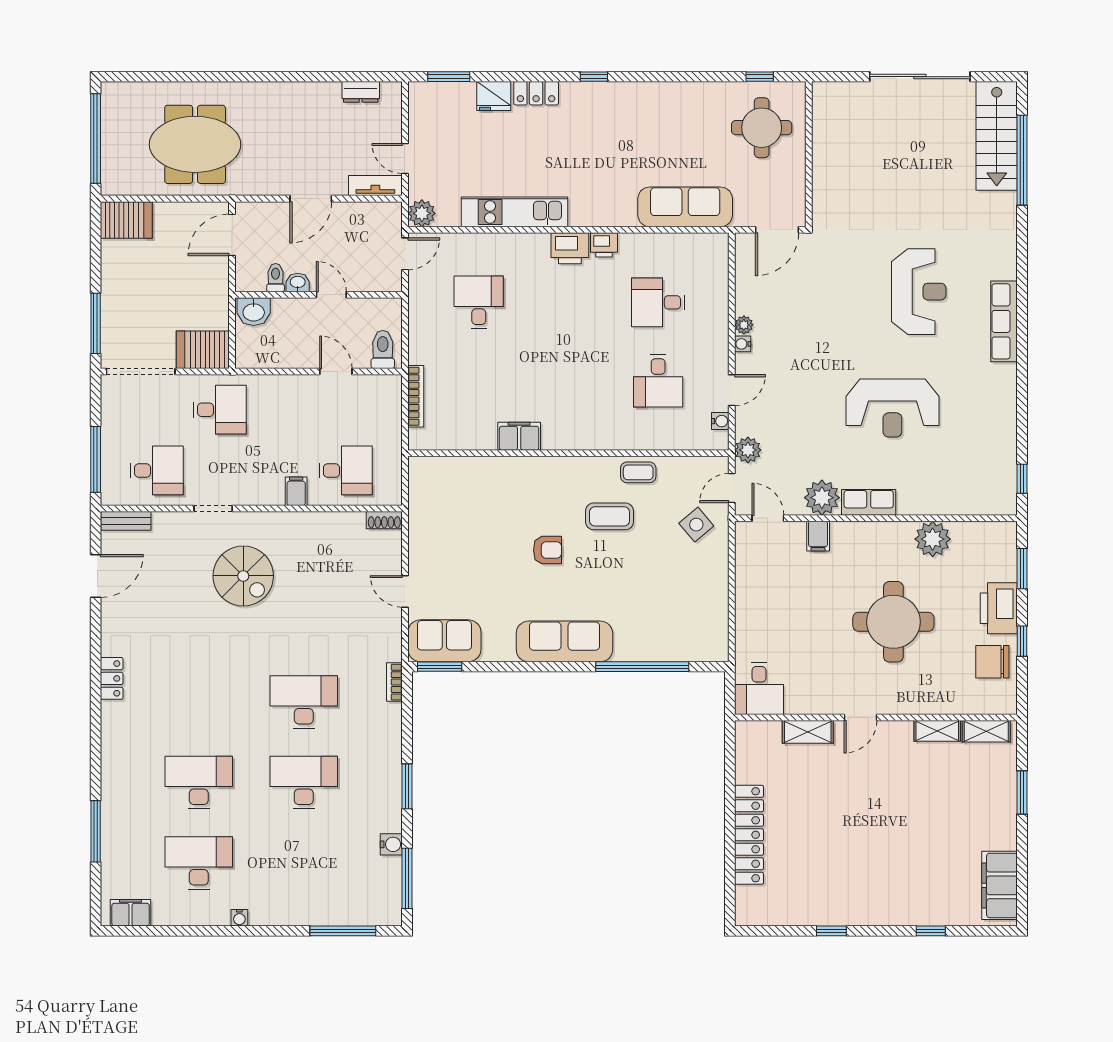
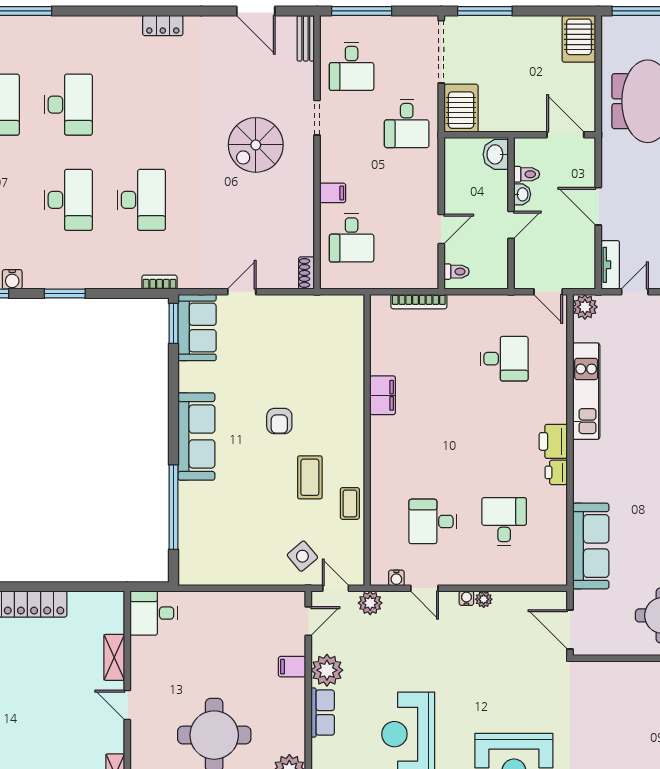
toilet: (383, 349) -> (456, 272), width x0.73, depth x0.72

